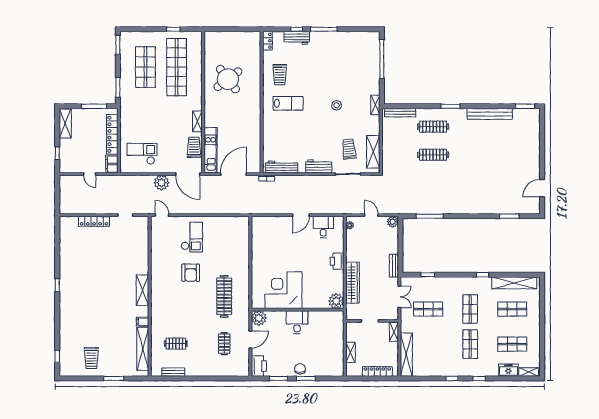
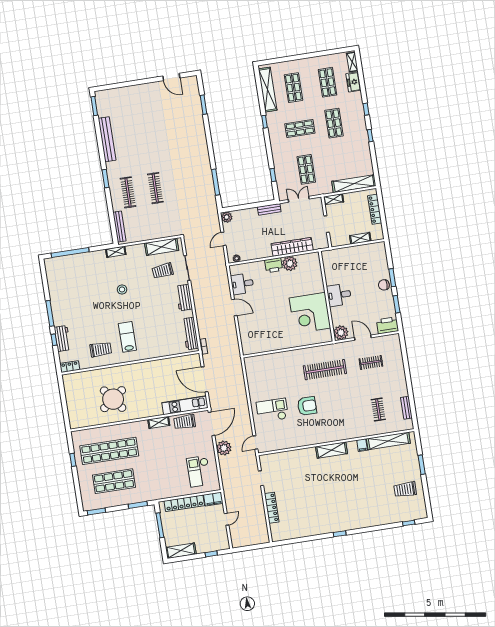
plant: (336, 301) -> (290, 264), moved
shop shelf: (470, 344) -> (334, 123), turned 90
trolley: (91, 358) -> (405, 489), turned 180

